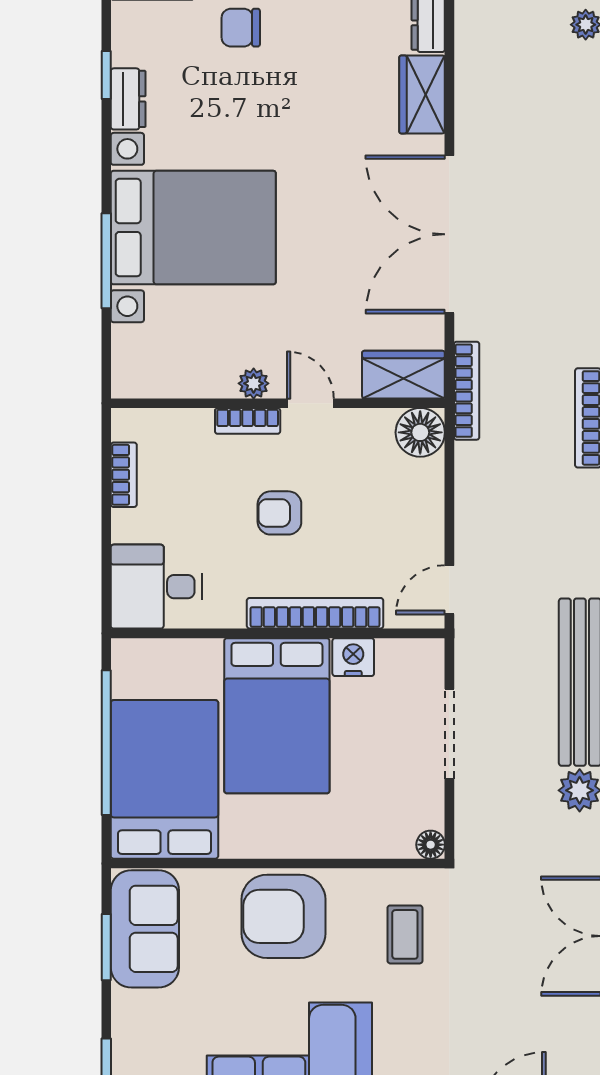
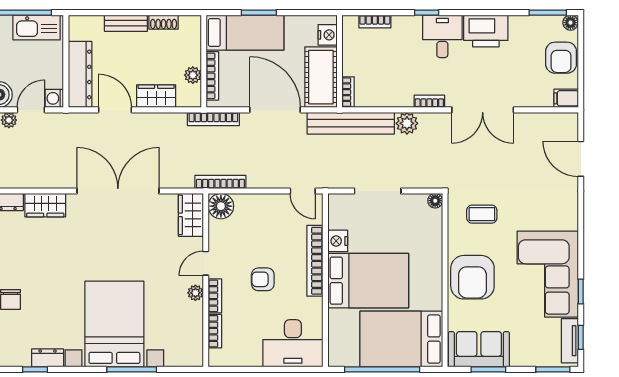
double door: (449, 234) -> (118, 191), swing flipped
bookcase: (467, 391) -> (220, 182), moved
bookcase: (124, 475) -> (215, 331), moved, turned 90
armchair: (279, 513) -> (263, 279), turned 90
desk: (156, 587) -> (293, 343), width x1.37

